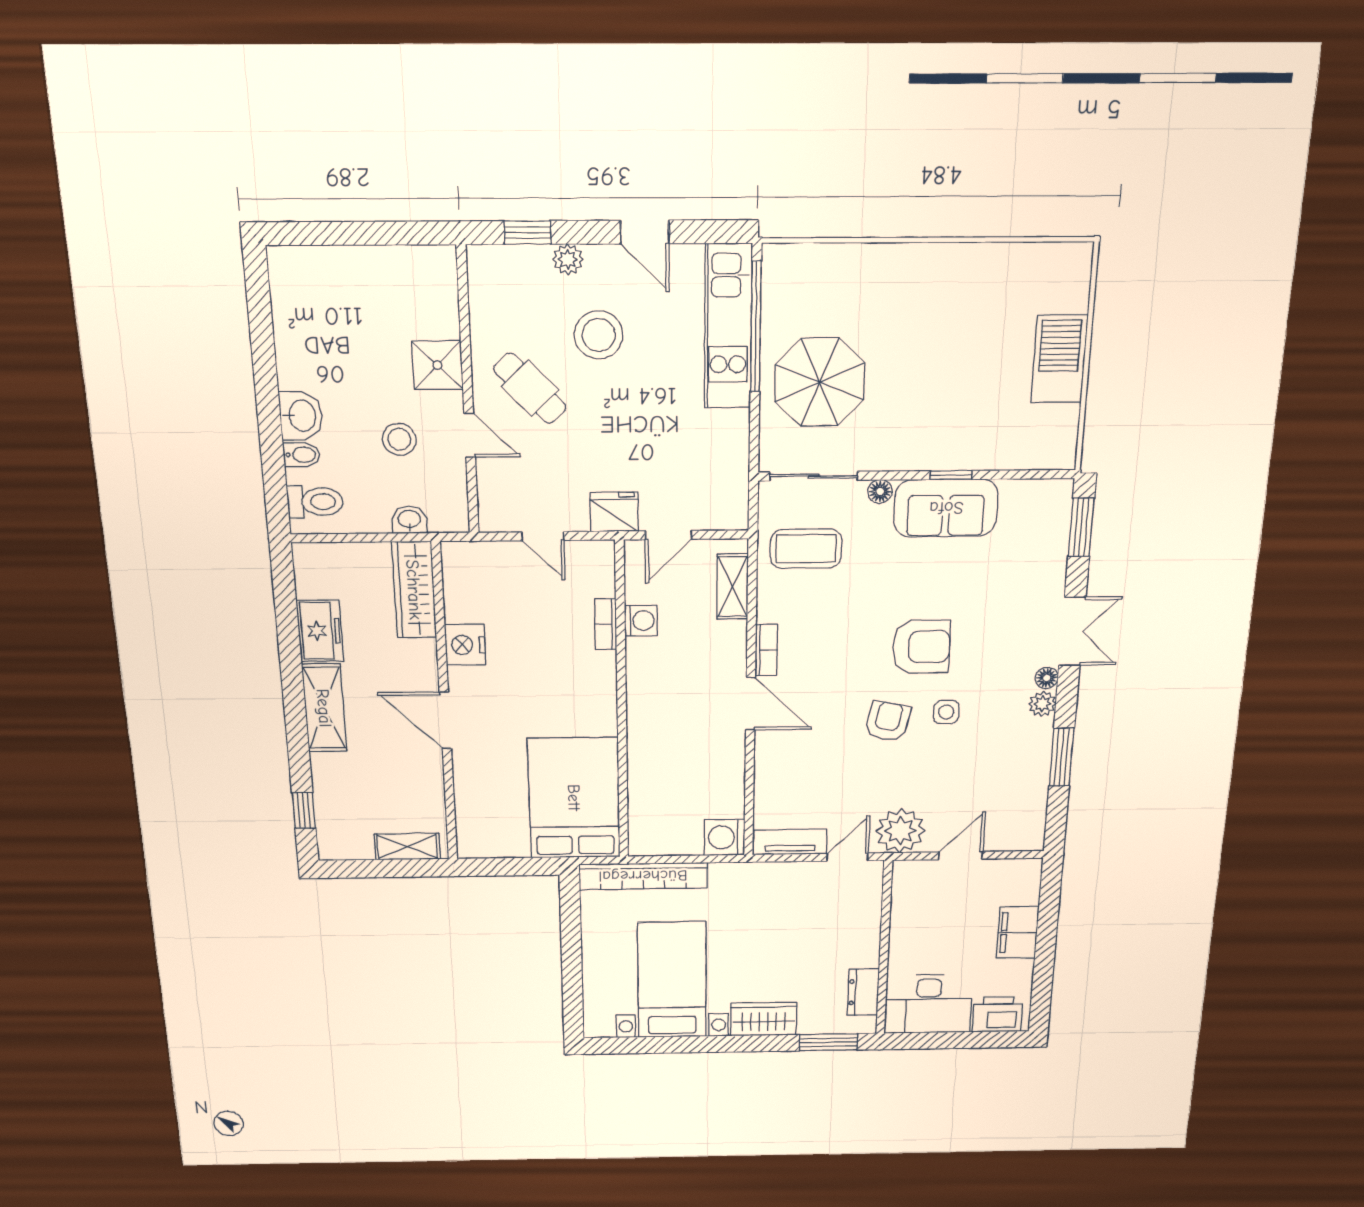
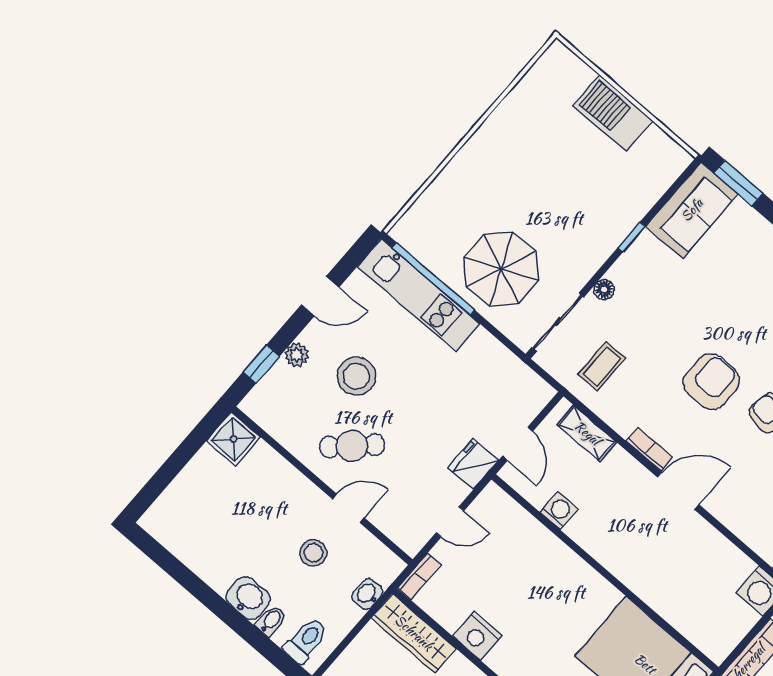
shower: (437, 365) -> (233, 439), moved
sofa: (946, 508) -> (692, 210), moved
coffee table: (806, 549) -> (602, 366), width x0.73, depth x0.77
bookcase: (606, 624) -> (419, 576), moved, turned -90
armchair: (921, 647) -> (711, 382), moved

